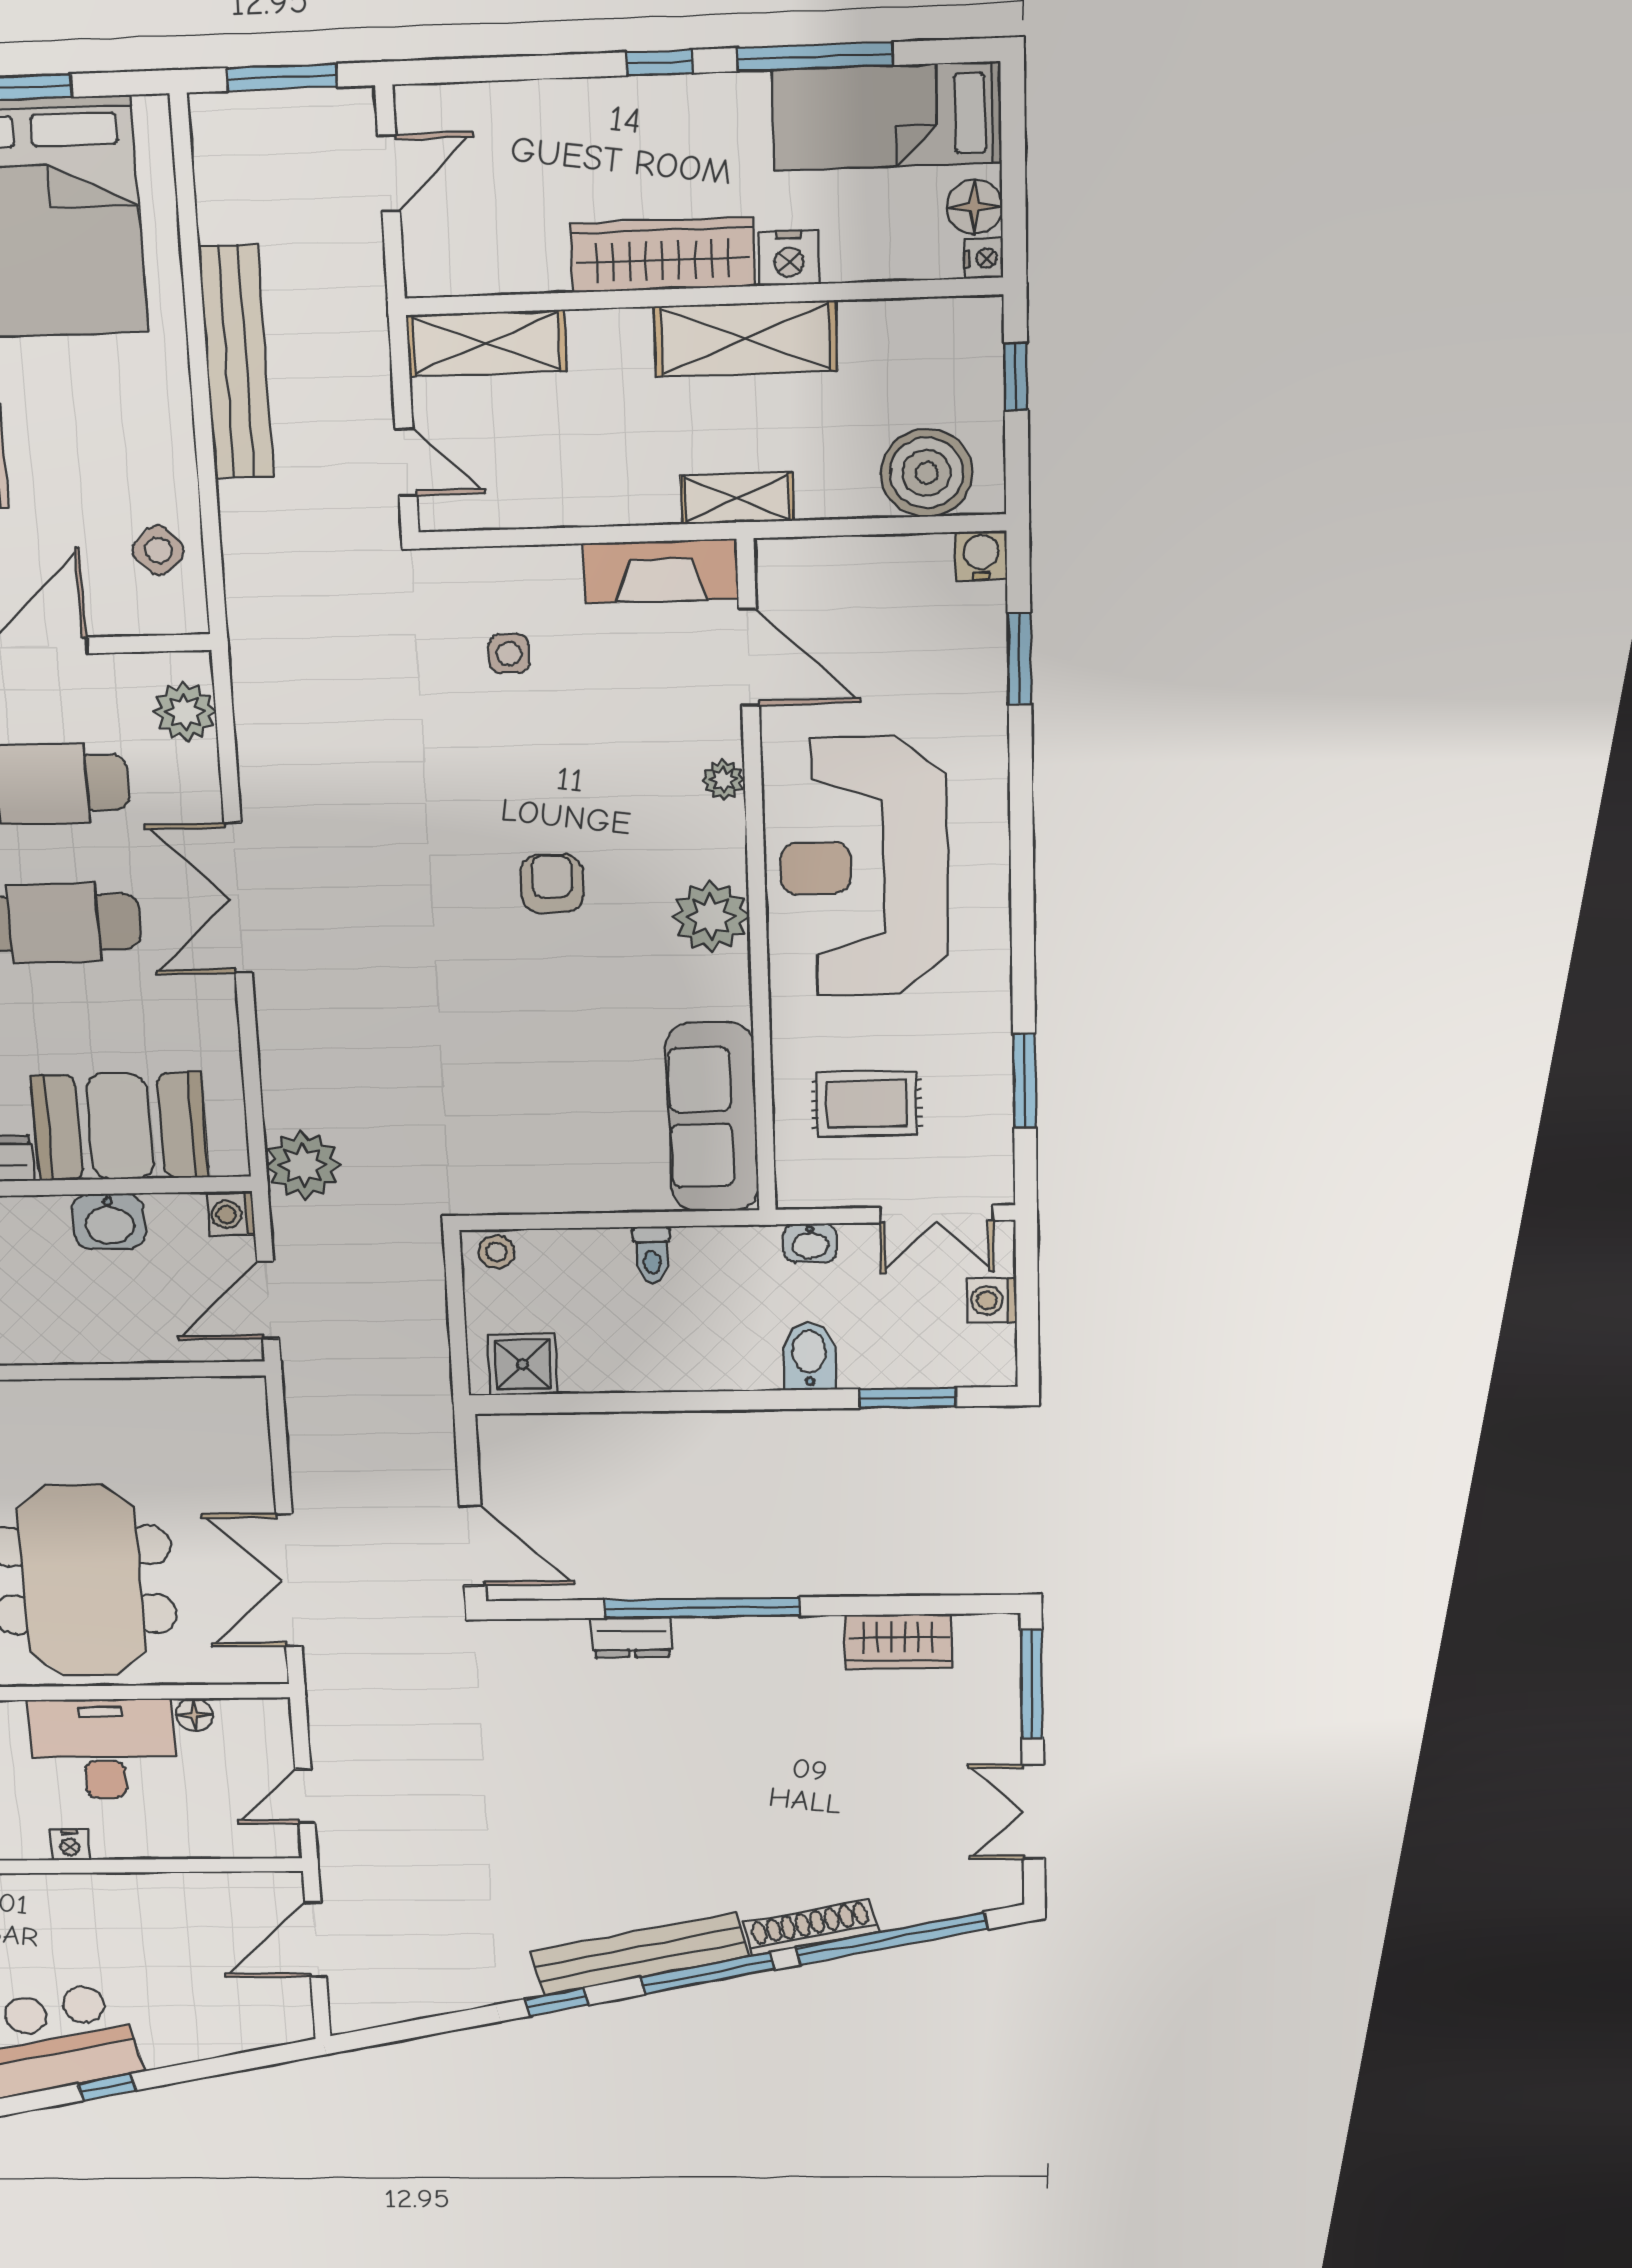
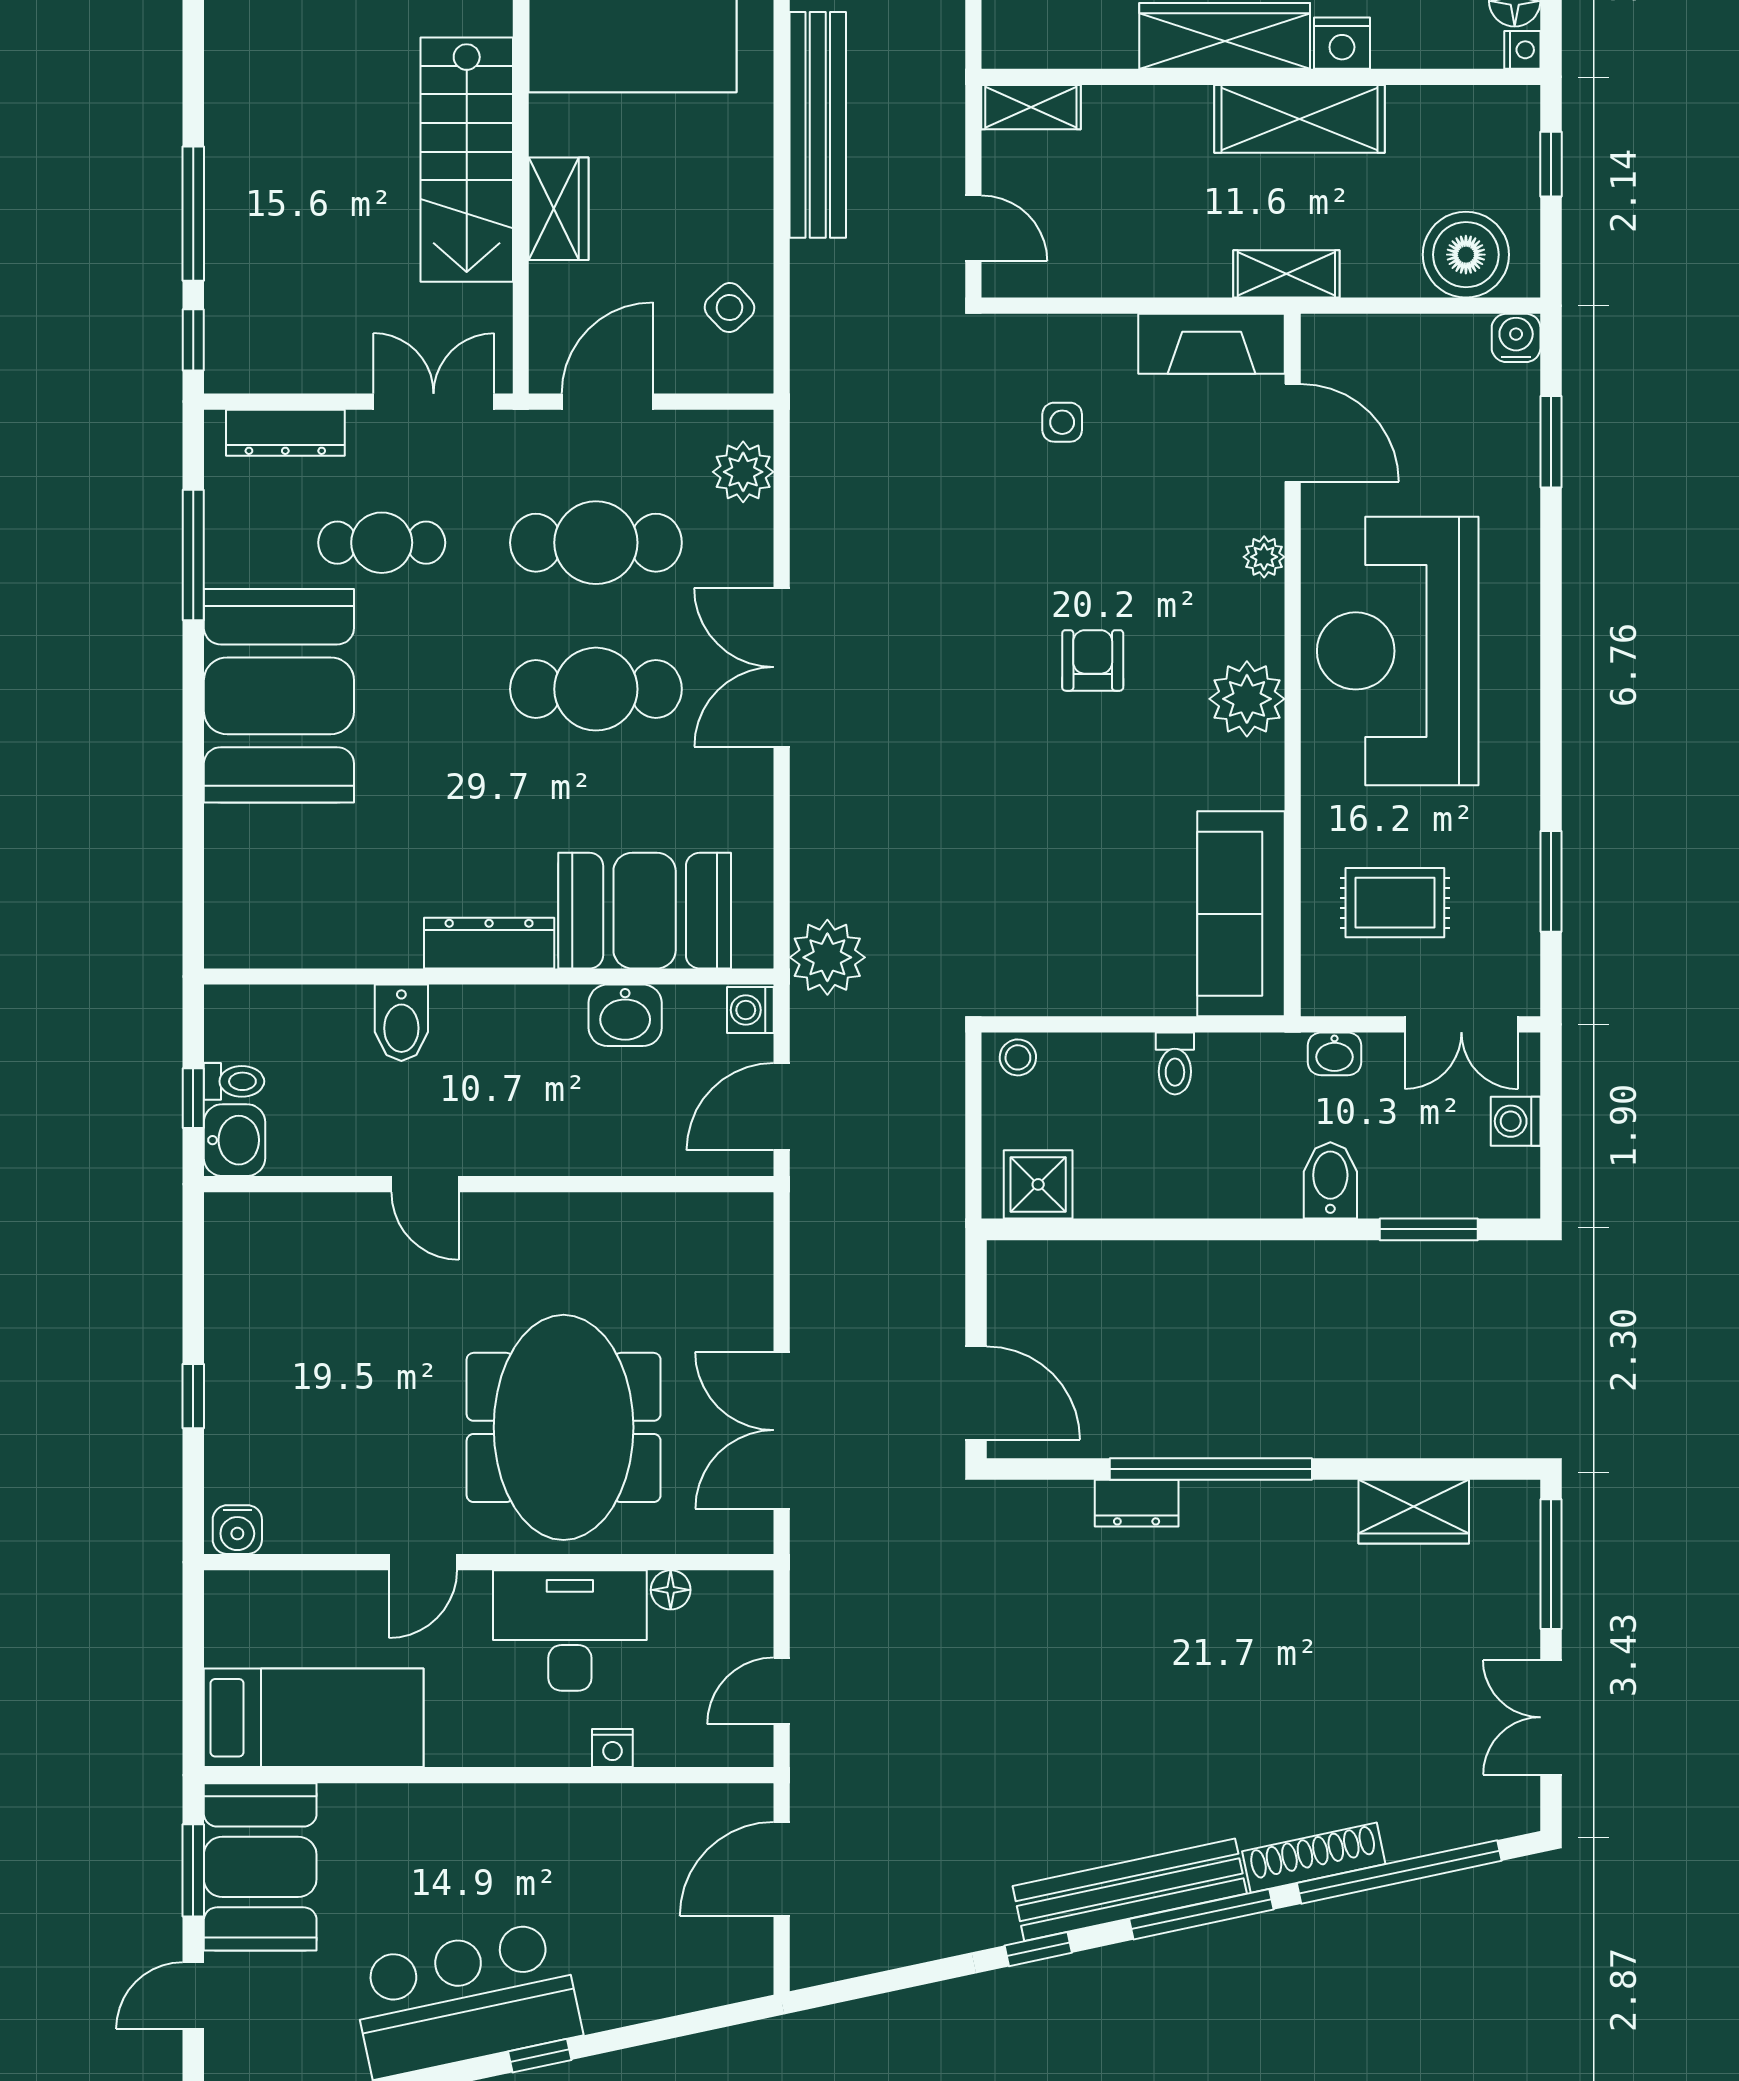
shelving: (486, 343) -> (1031, 107), width x0.67, depth x0.75
nightstand: (70, 1845) -> (612, 1748), moved

